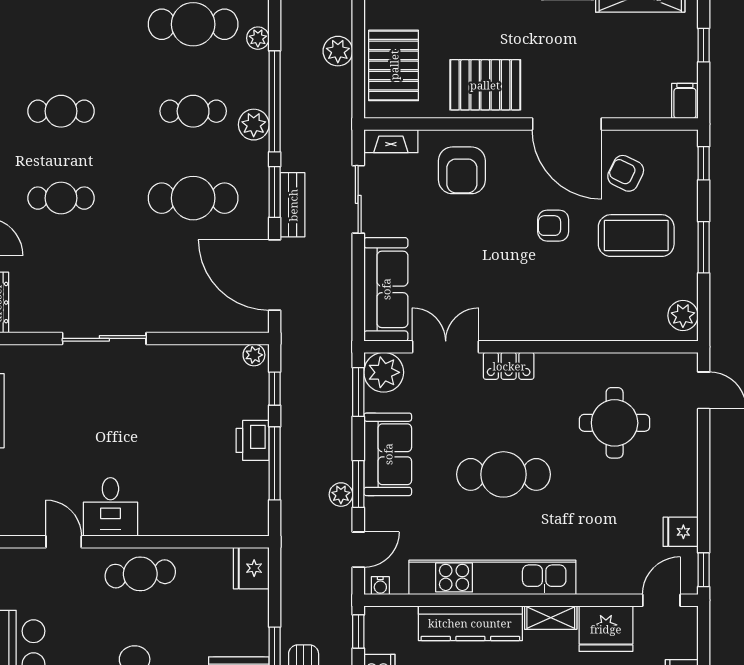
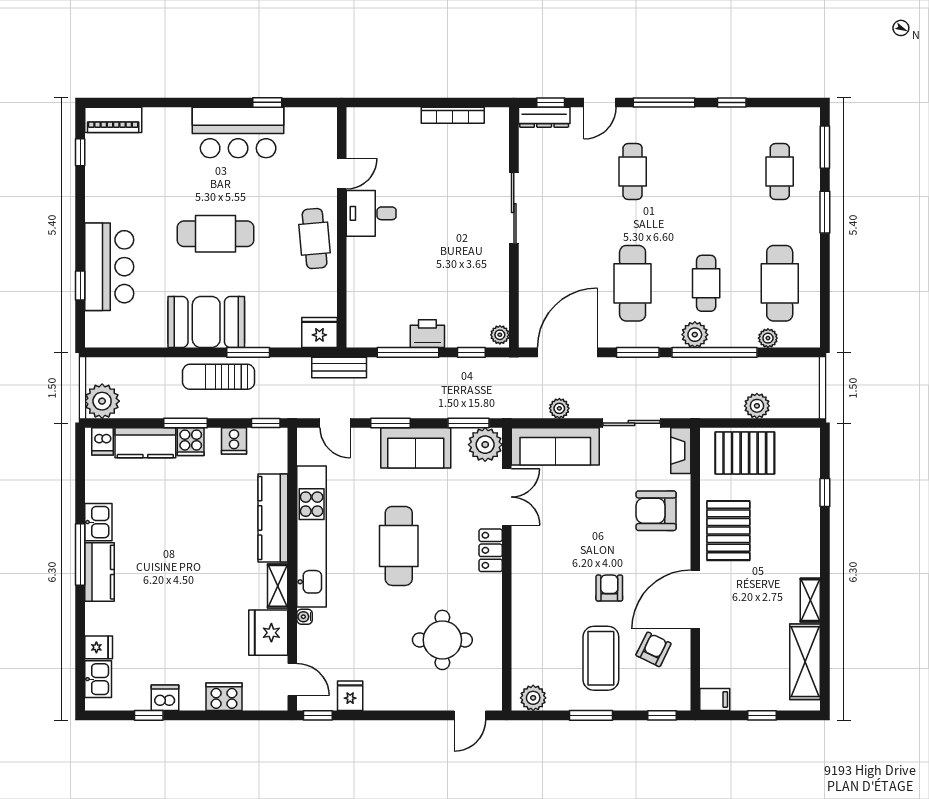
cafe table: (61, 111) -> (780, 172), moved
bench: (293, 205) -> (339, 367), moved
plant: (341, 495) -> (559, 408), moved
water cooler: (380, 586) -> (305, 617), moved

